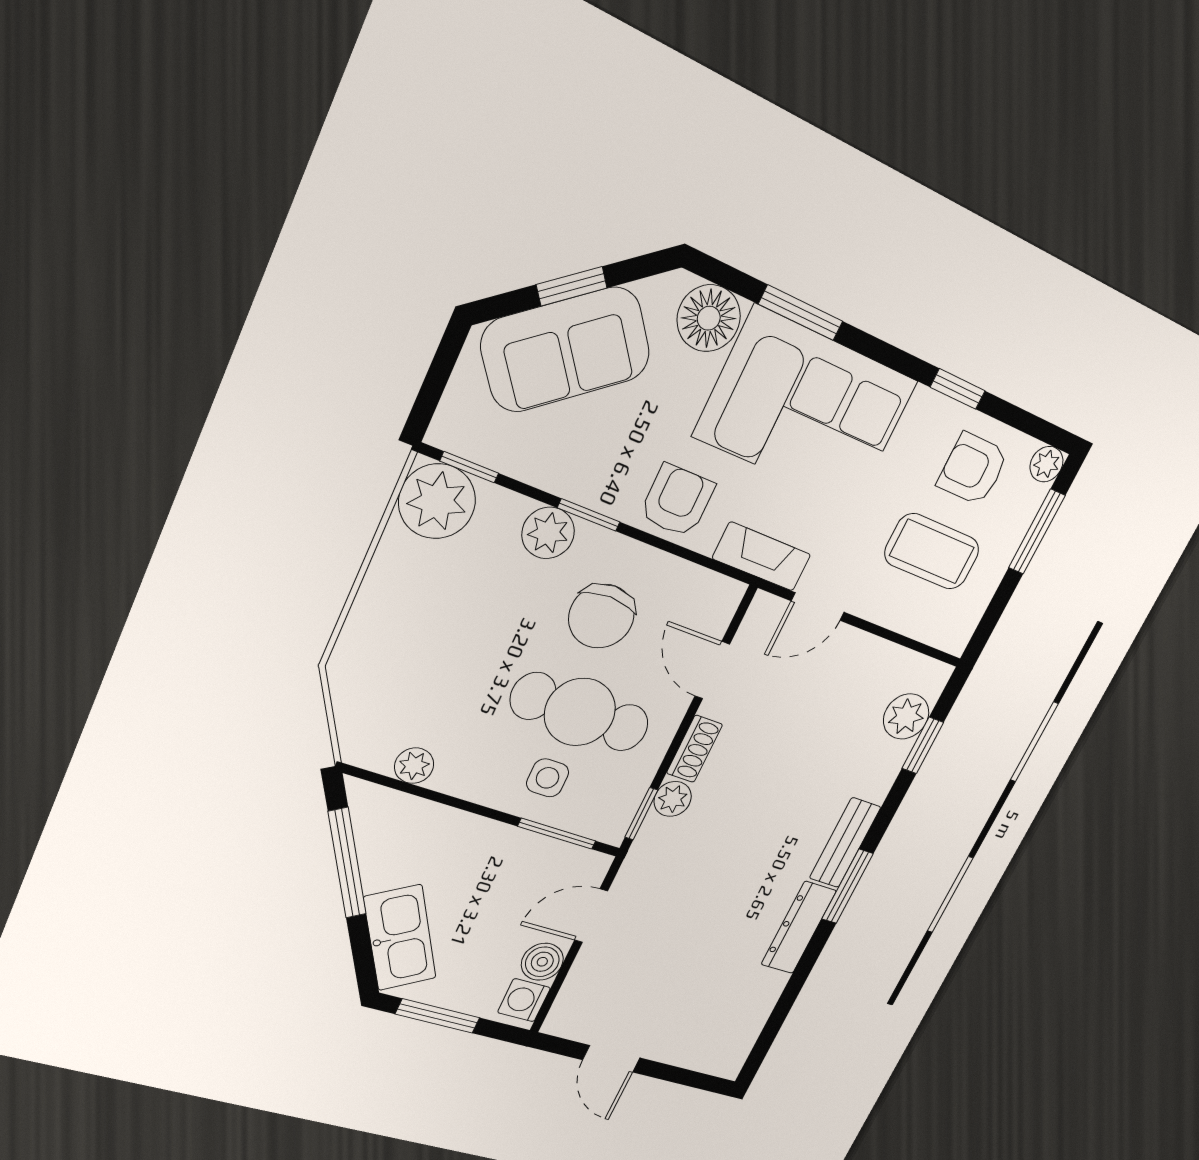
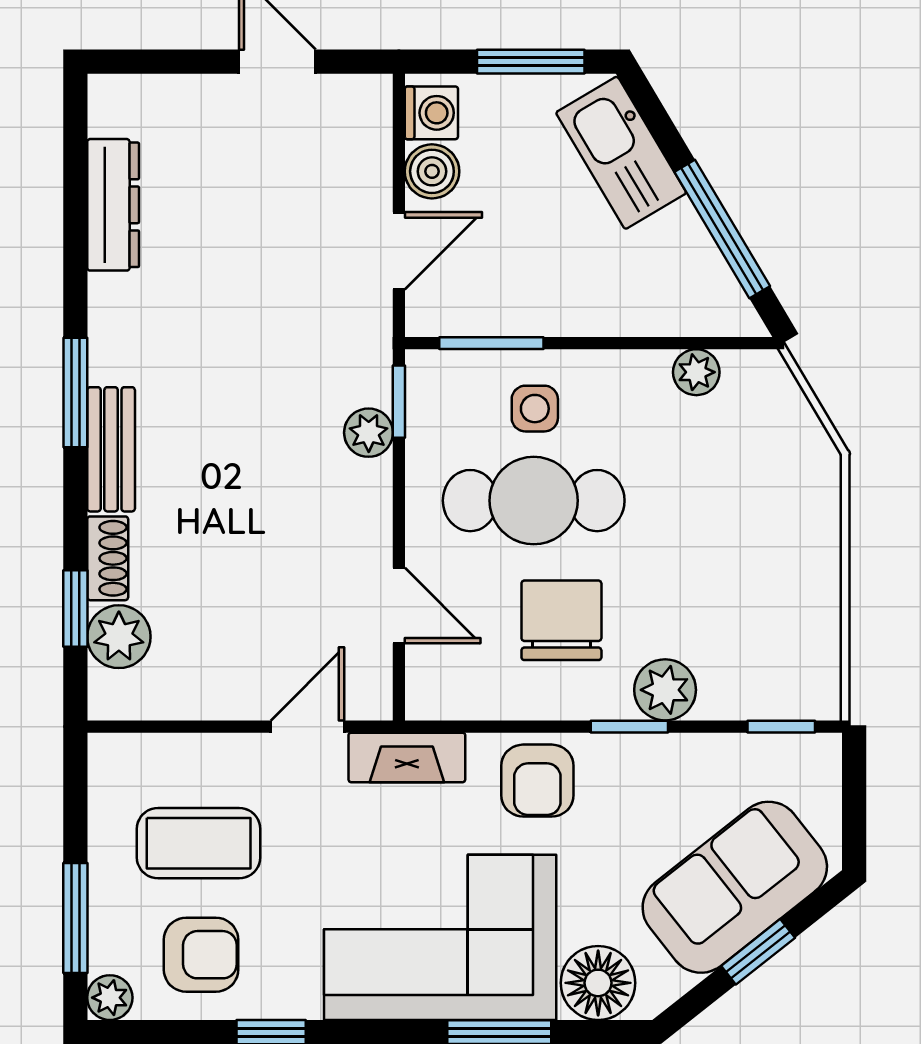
plant: (437, 501) -> (799, 678), removed
shoe rack: (695, 749) -> (108, 558), moved, turned 180
dresser: (799, 928) -> (113, 205), moved

